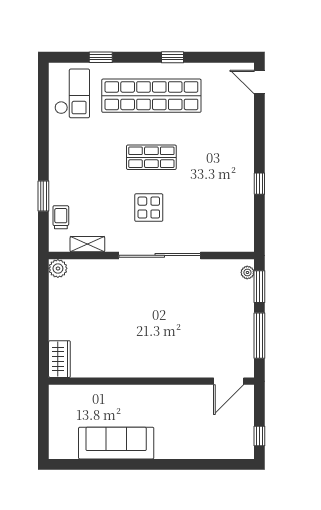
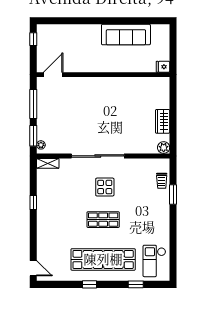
shelving: (87, 244) -> (48, 163), moved
wardrobe: (59, 359) -> (163, 121), moved
fridge: (59, 393) -> (163, 67), added

